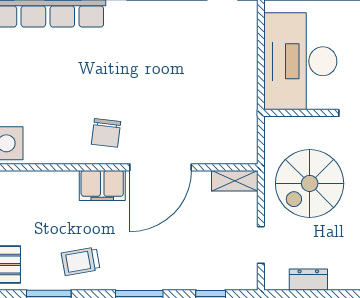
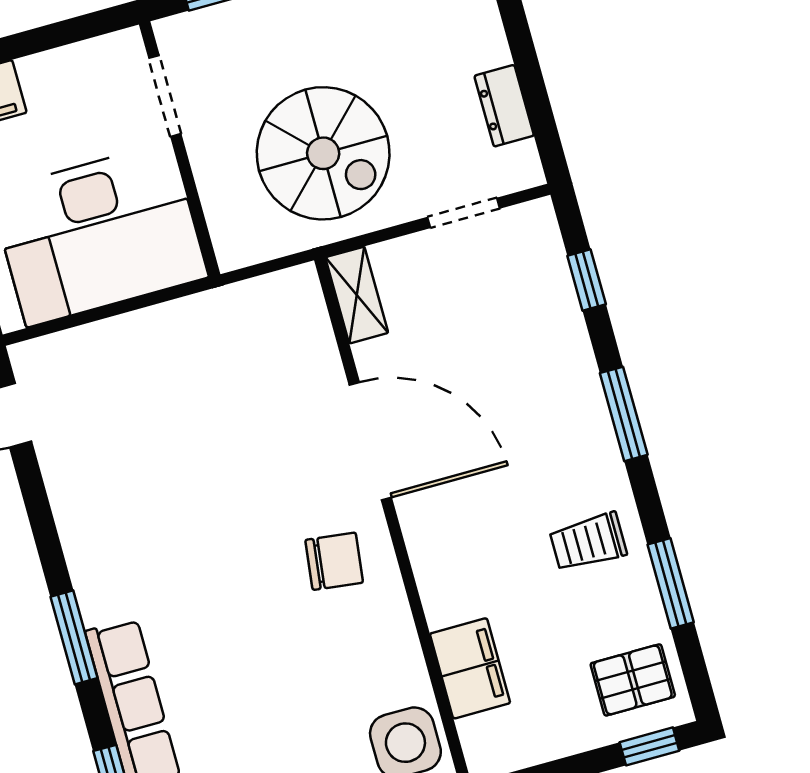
filing cabinet: (102, 185) -> (470, 668), moved
trolley: (81, 261) -> (588, 542), turned 100

